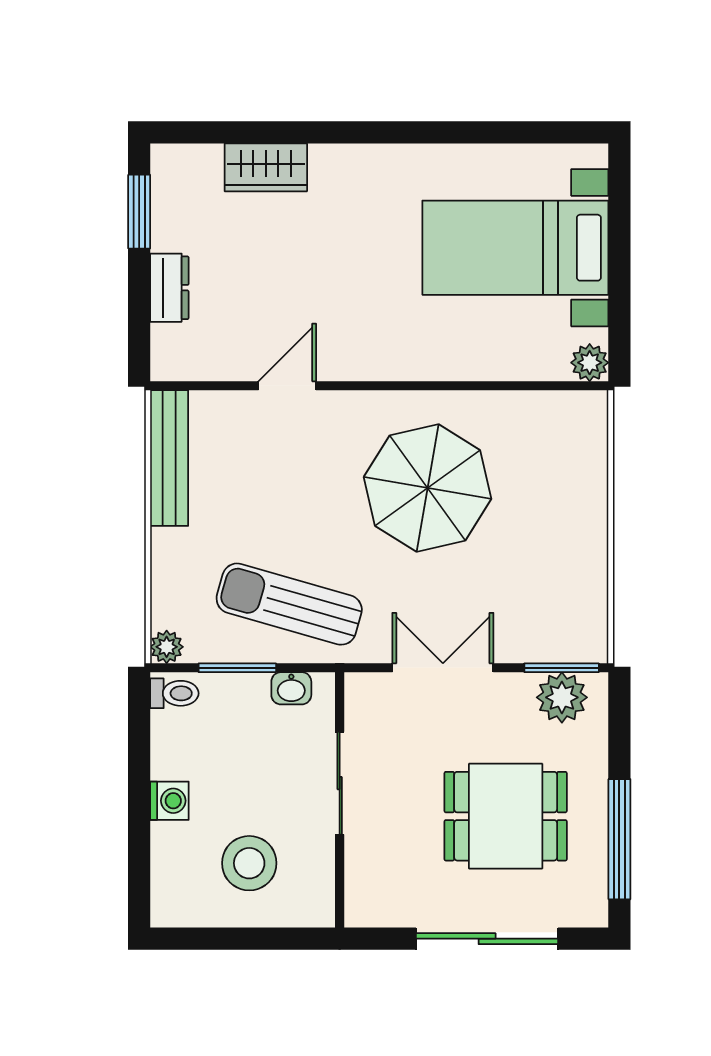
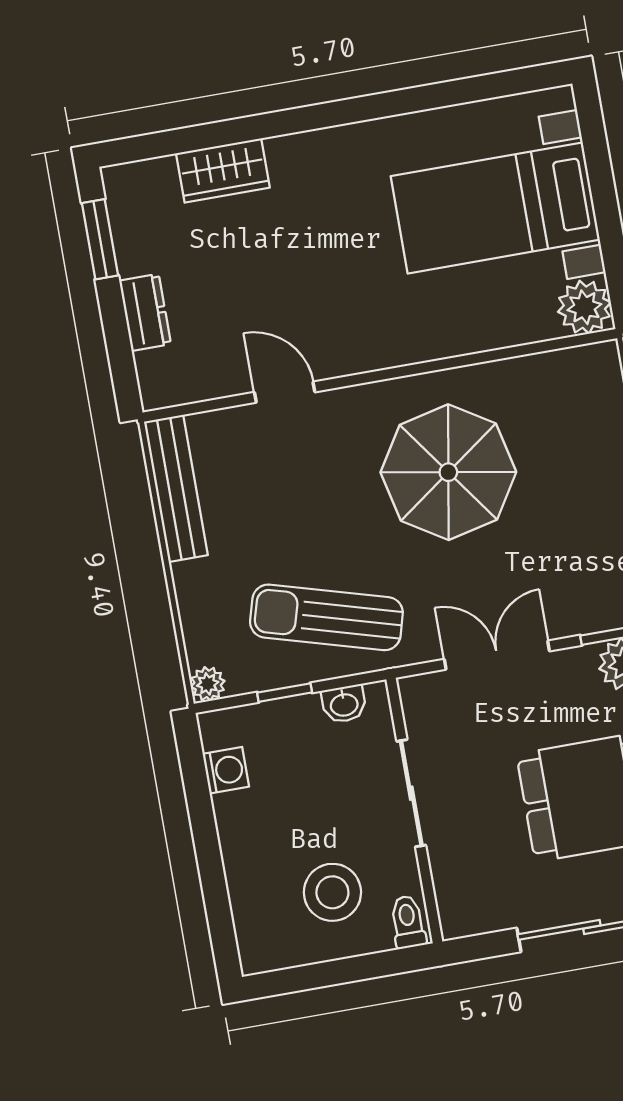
plant: (590, 363) -> (584, 307), width x1.38, depth x1.38
door: (287, 386) -> (285, 392), hinge flipped
window: (237, 668) -> (285, 693), width x0.67
toilet: (174, 693) -> (408, 922), moved, turned -90
washing machine: (169, 801) -> (226, 770), moved

